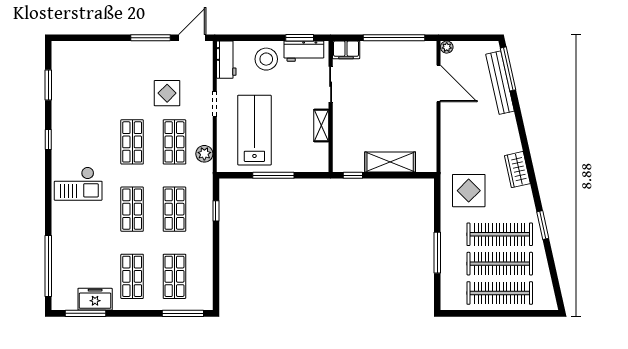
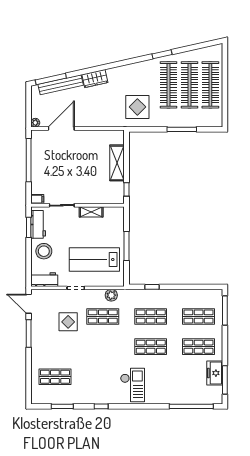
filing cabinet: (346, 50) -> (37, 199), width x0.50
shop shelf: (132, 142) -> (55, 377), moved
wardrobe: (517, 170) -> (95, 79), moved

